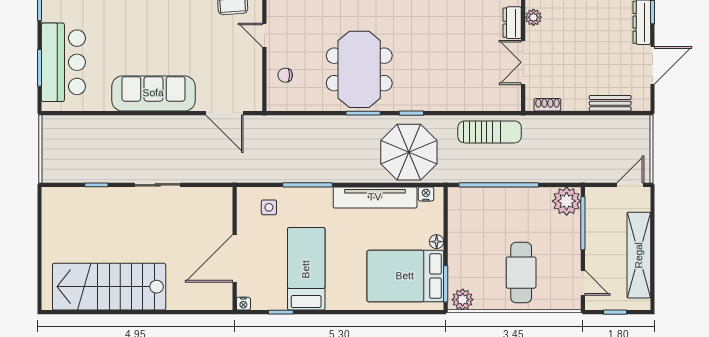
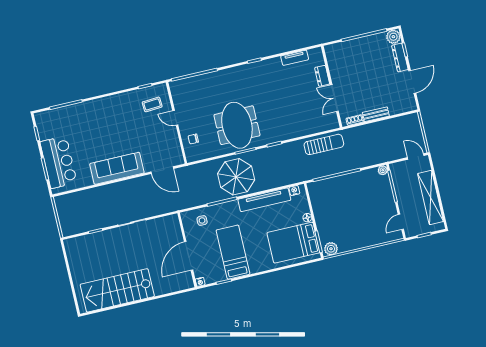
plant: (533, 17) -> (334, 70), removed
bench: (610, 103) -> (376, 114), moved
parasol: (409, 152) -> (236, 177), moved
door: (630, 185) -> (416, 157), hinge flipped
plant: (567, 201) -> (383, 170), width x0.53, depth x0.53
cafe table: (521, 273) -> (362, 224), removed
door: (583, 283) -> (401, 222), swing flipped

